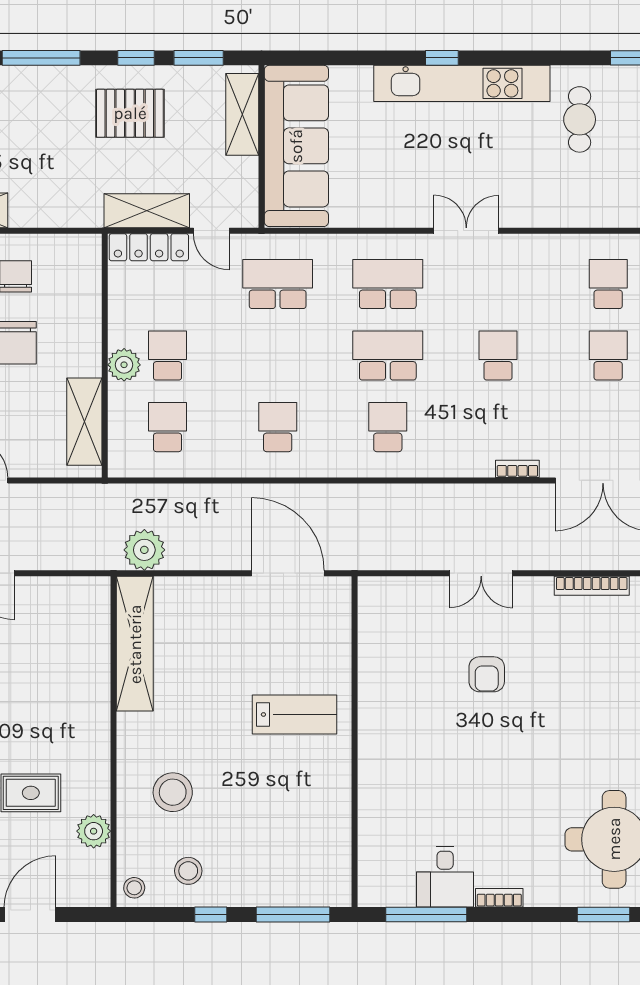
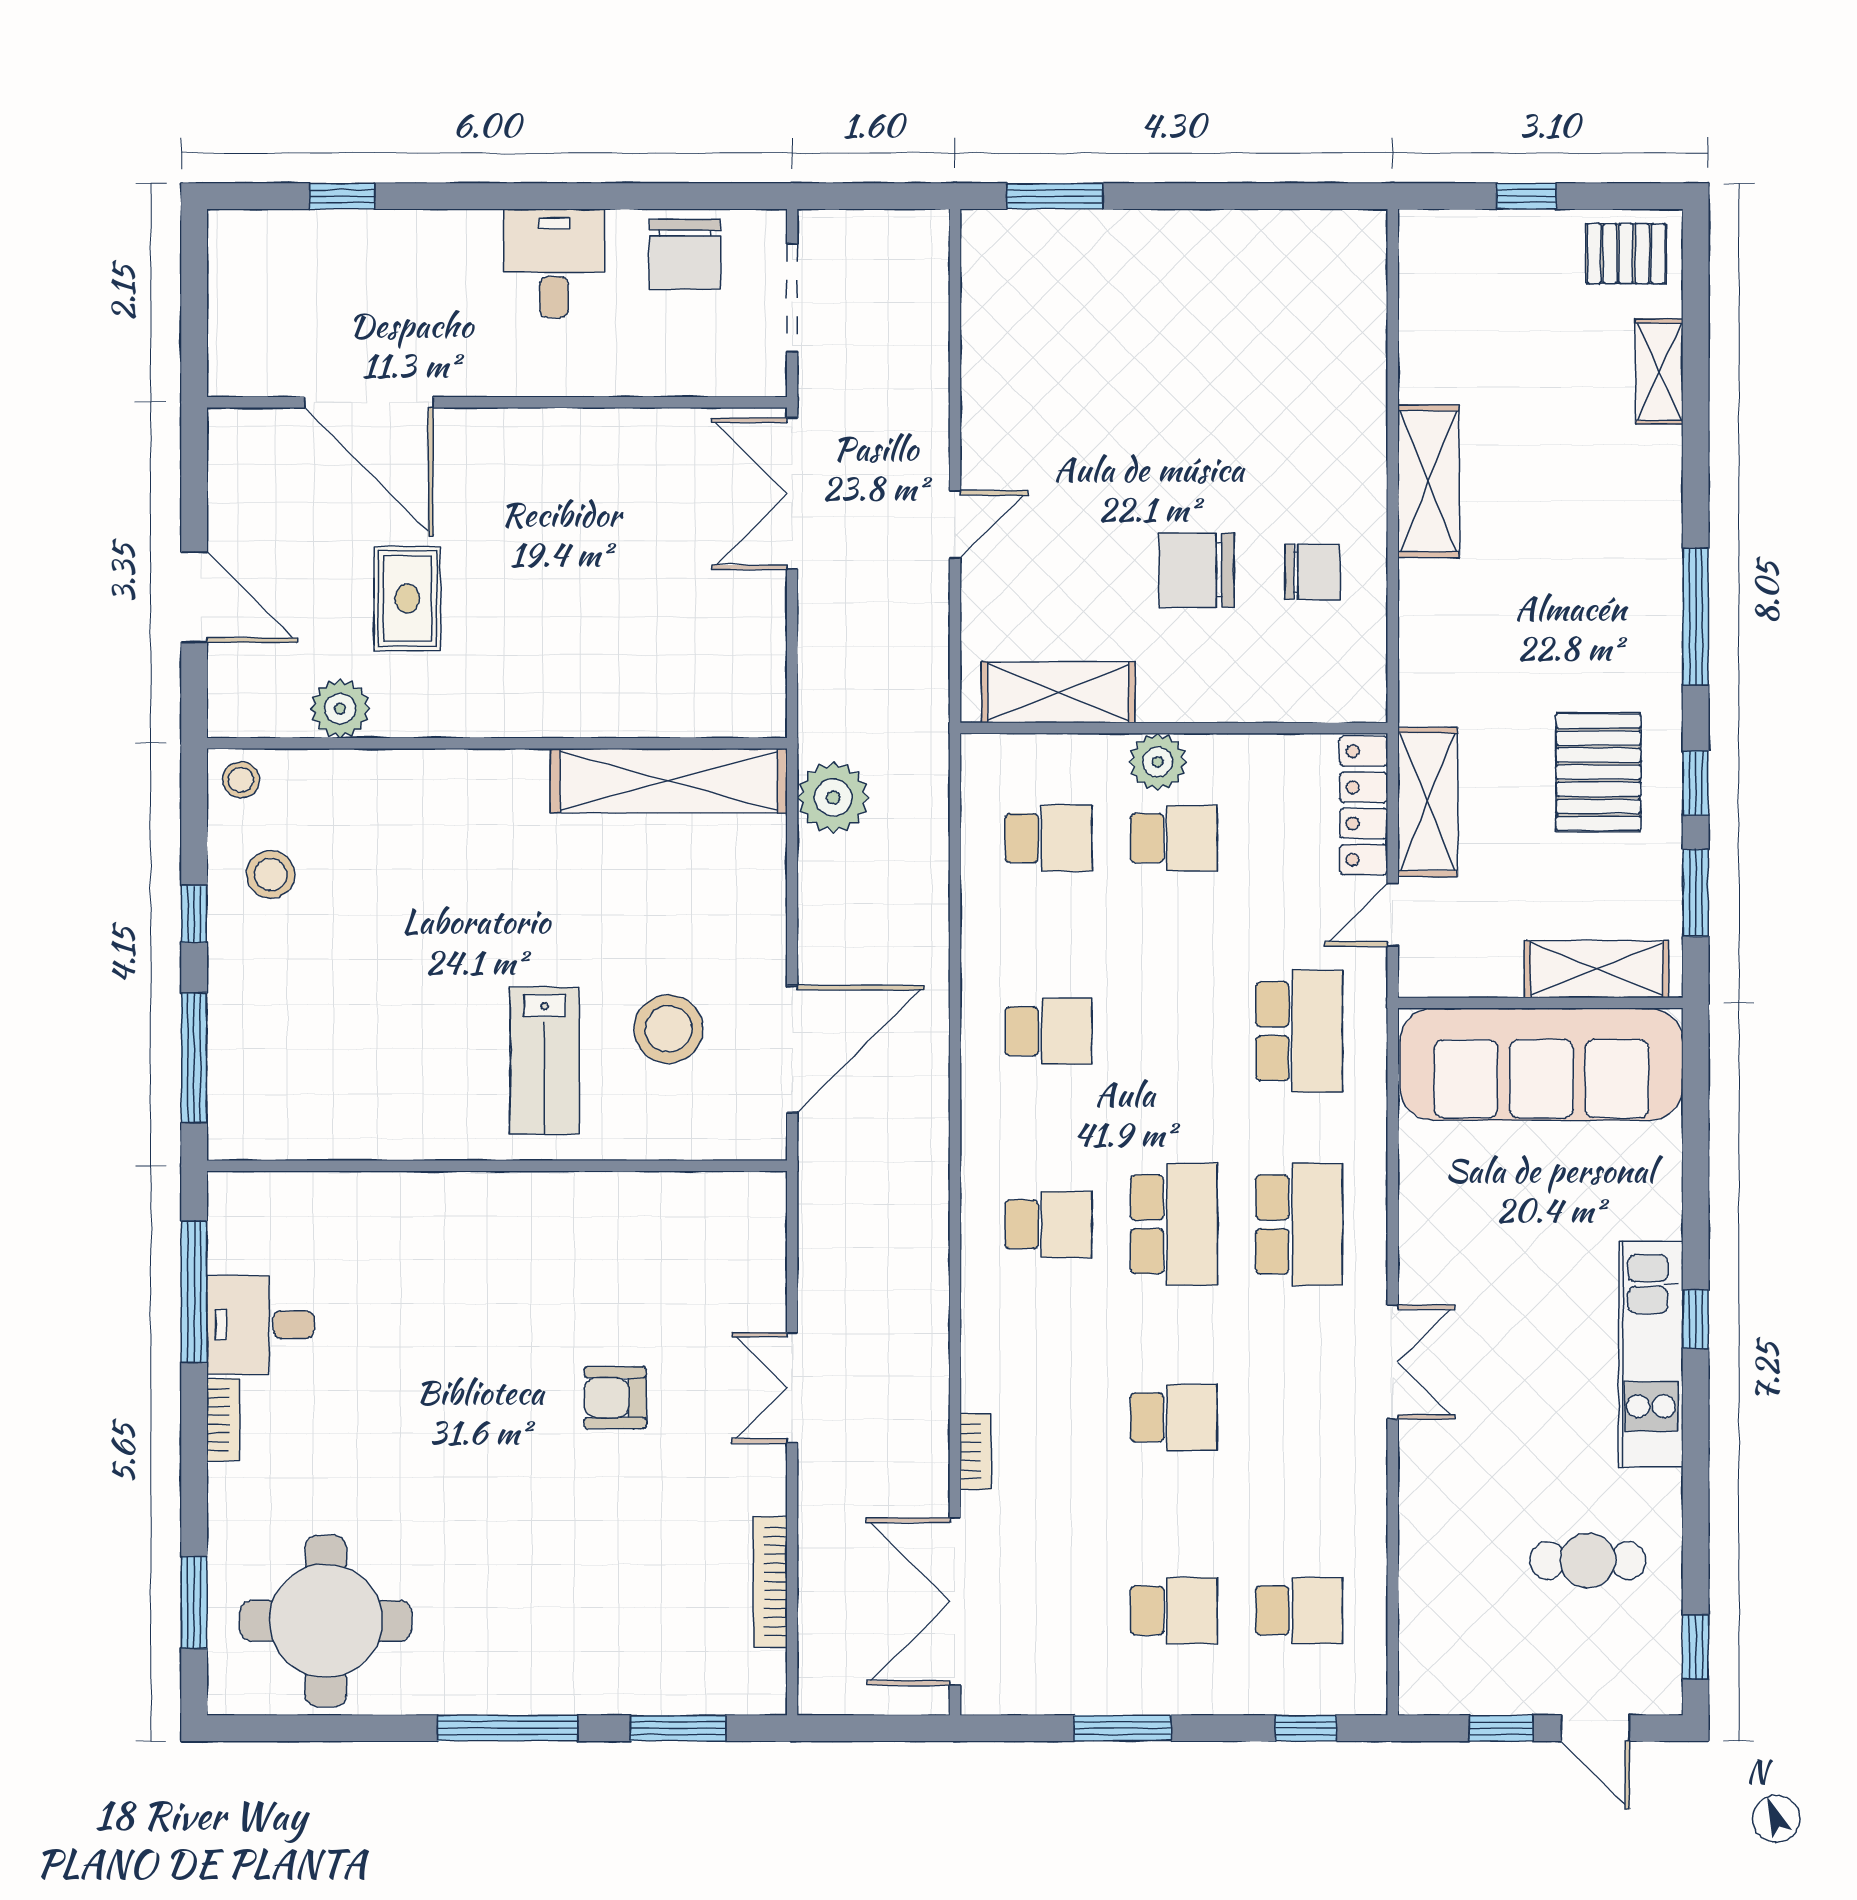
kitchen unit: (462, 83) -> (1651, 1354), width x0.73
stool: (173, 792) -> (669, 1029), moved

